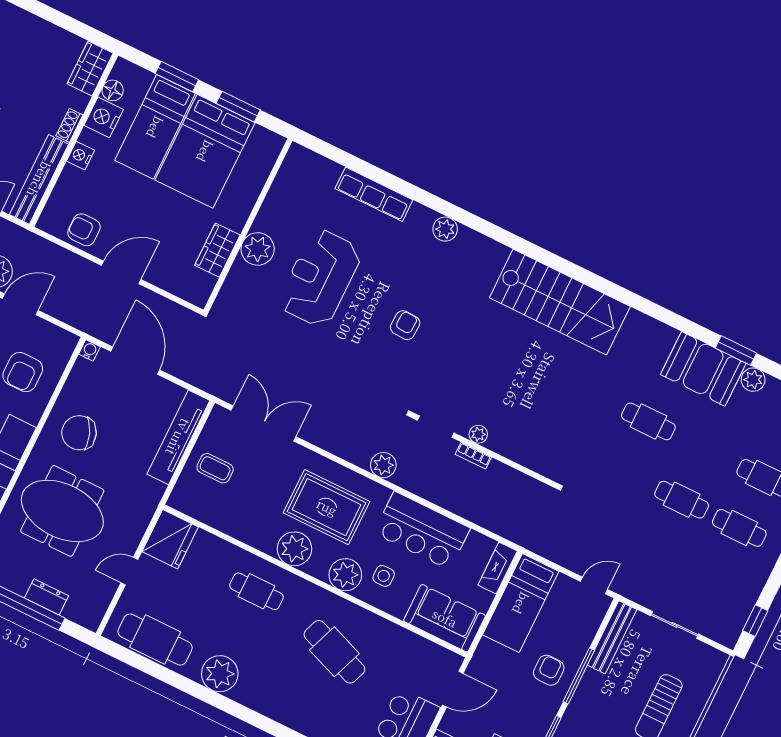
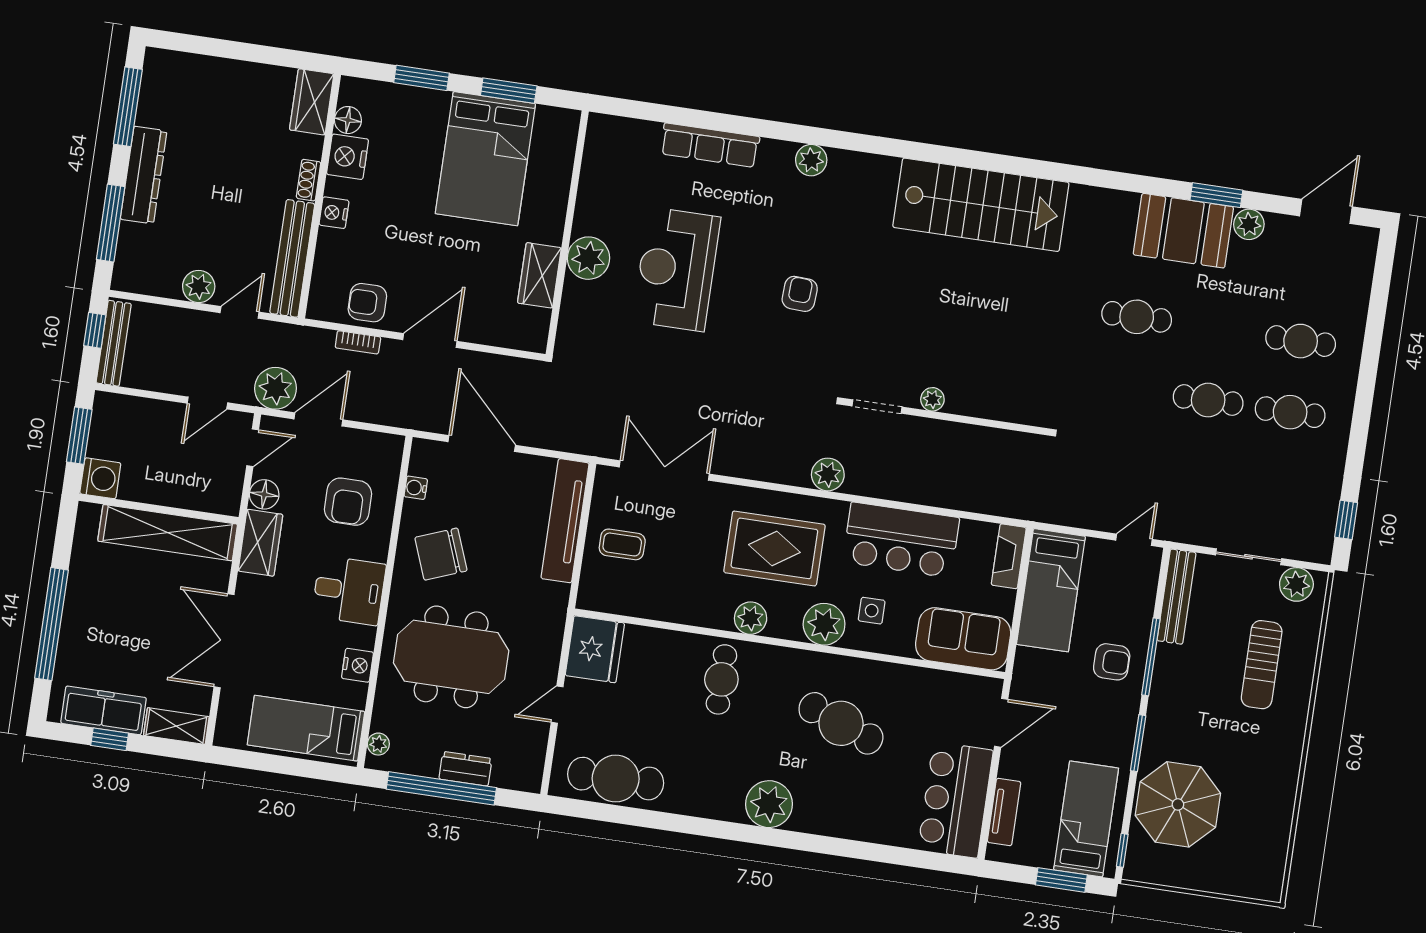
bed: (155, 127) -> (414, 148), removed
water cooler: (89, 350) -> (416, 488), moved, turned -90
bookcase: (473, 456) -> (358, 342), moved
plant: (294, 549) -> (751, 618), width x0.73, depth x0.73
cafe table: (257, 591) -> (721, 679), turned 90
plant: (703, 657) -> (1296, 584), added
armchair: (549, 670) -> (1112, 662), turned 90
plant: (220, 674) -> (769, 804), moved

